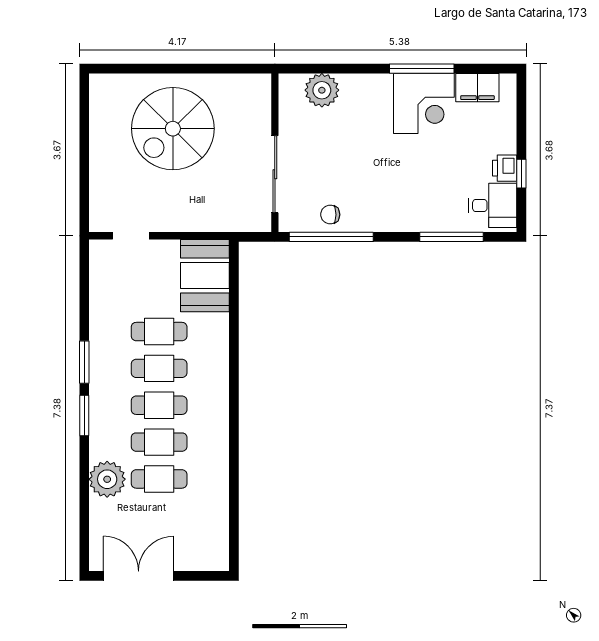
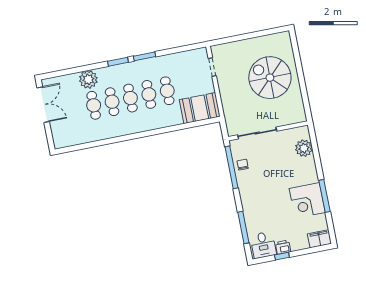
filing cabinet: (477, 88) -> (319, 239), moved, turned 90

